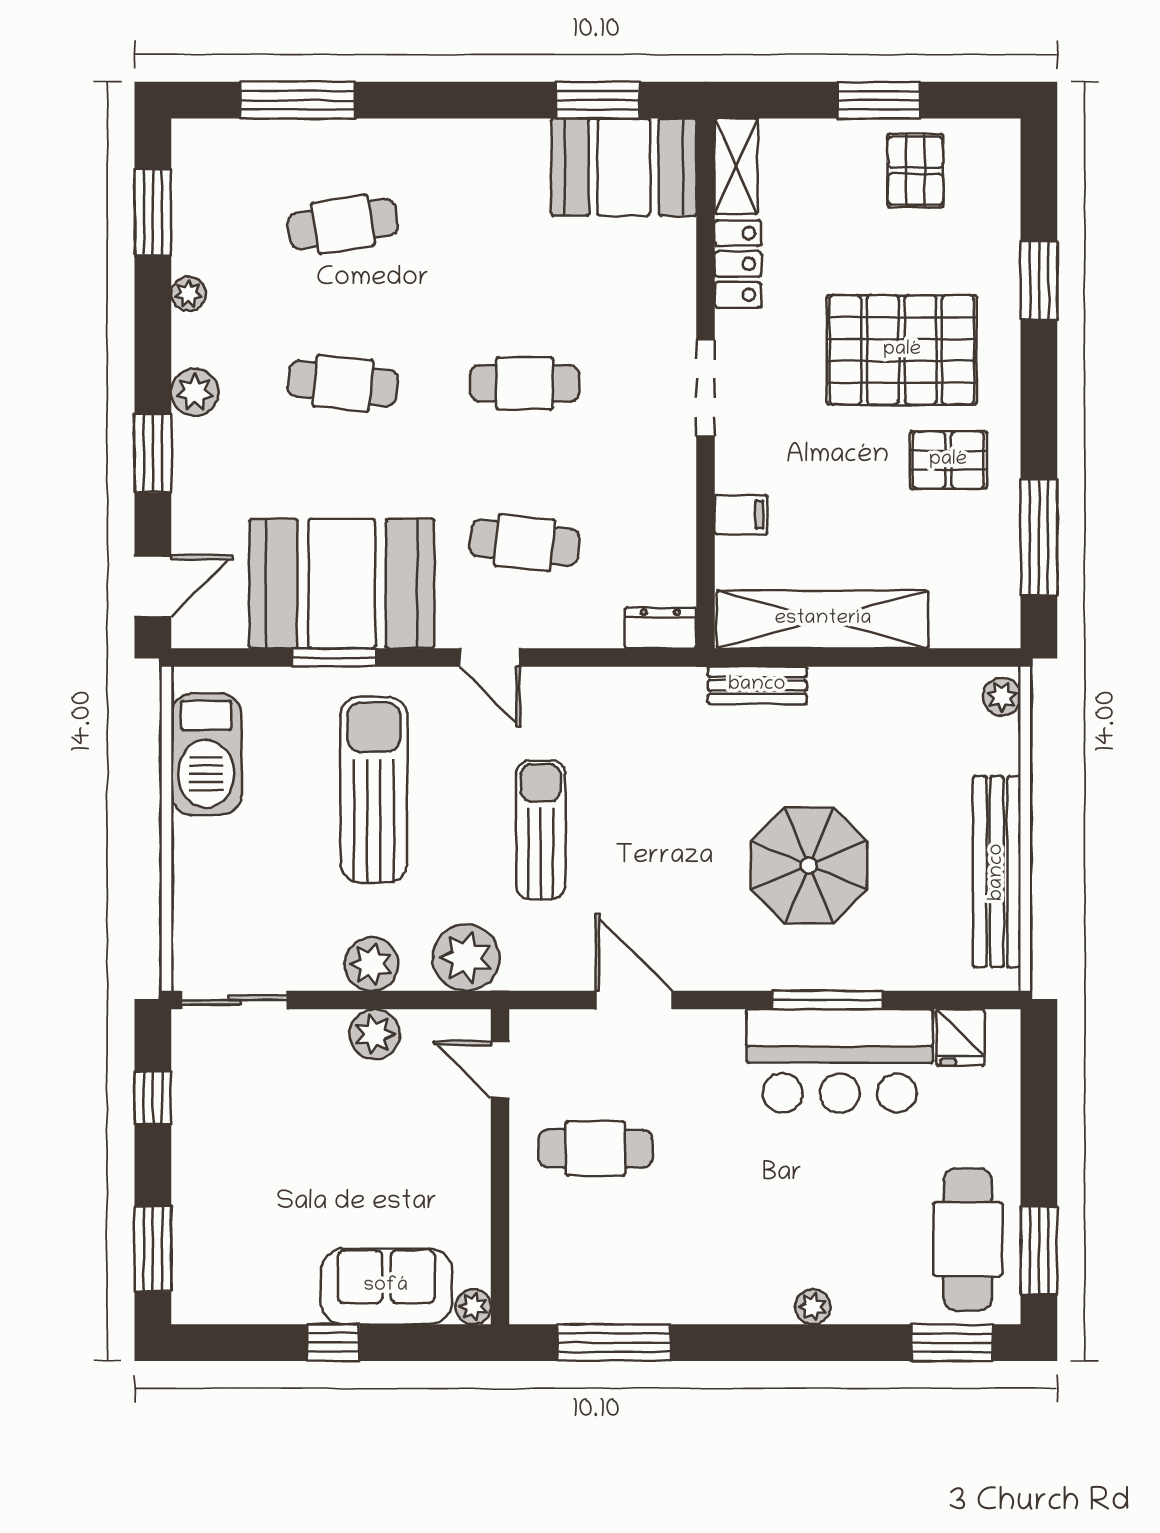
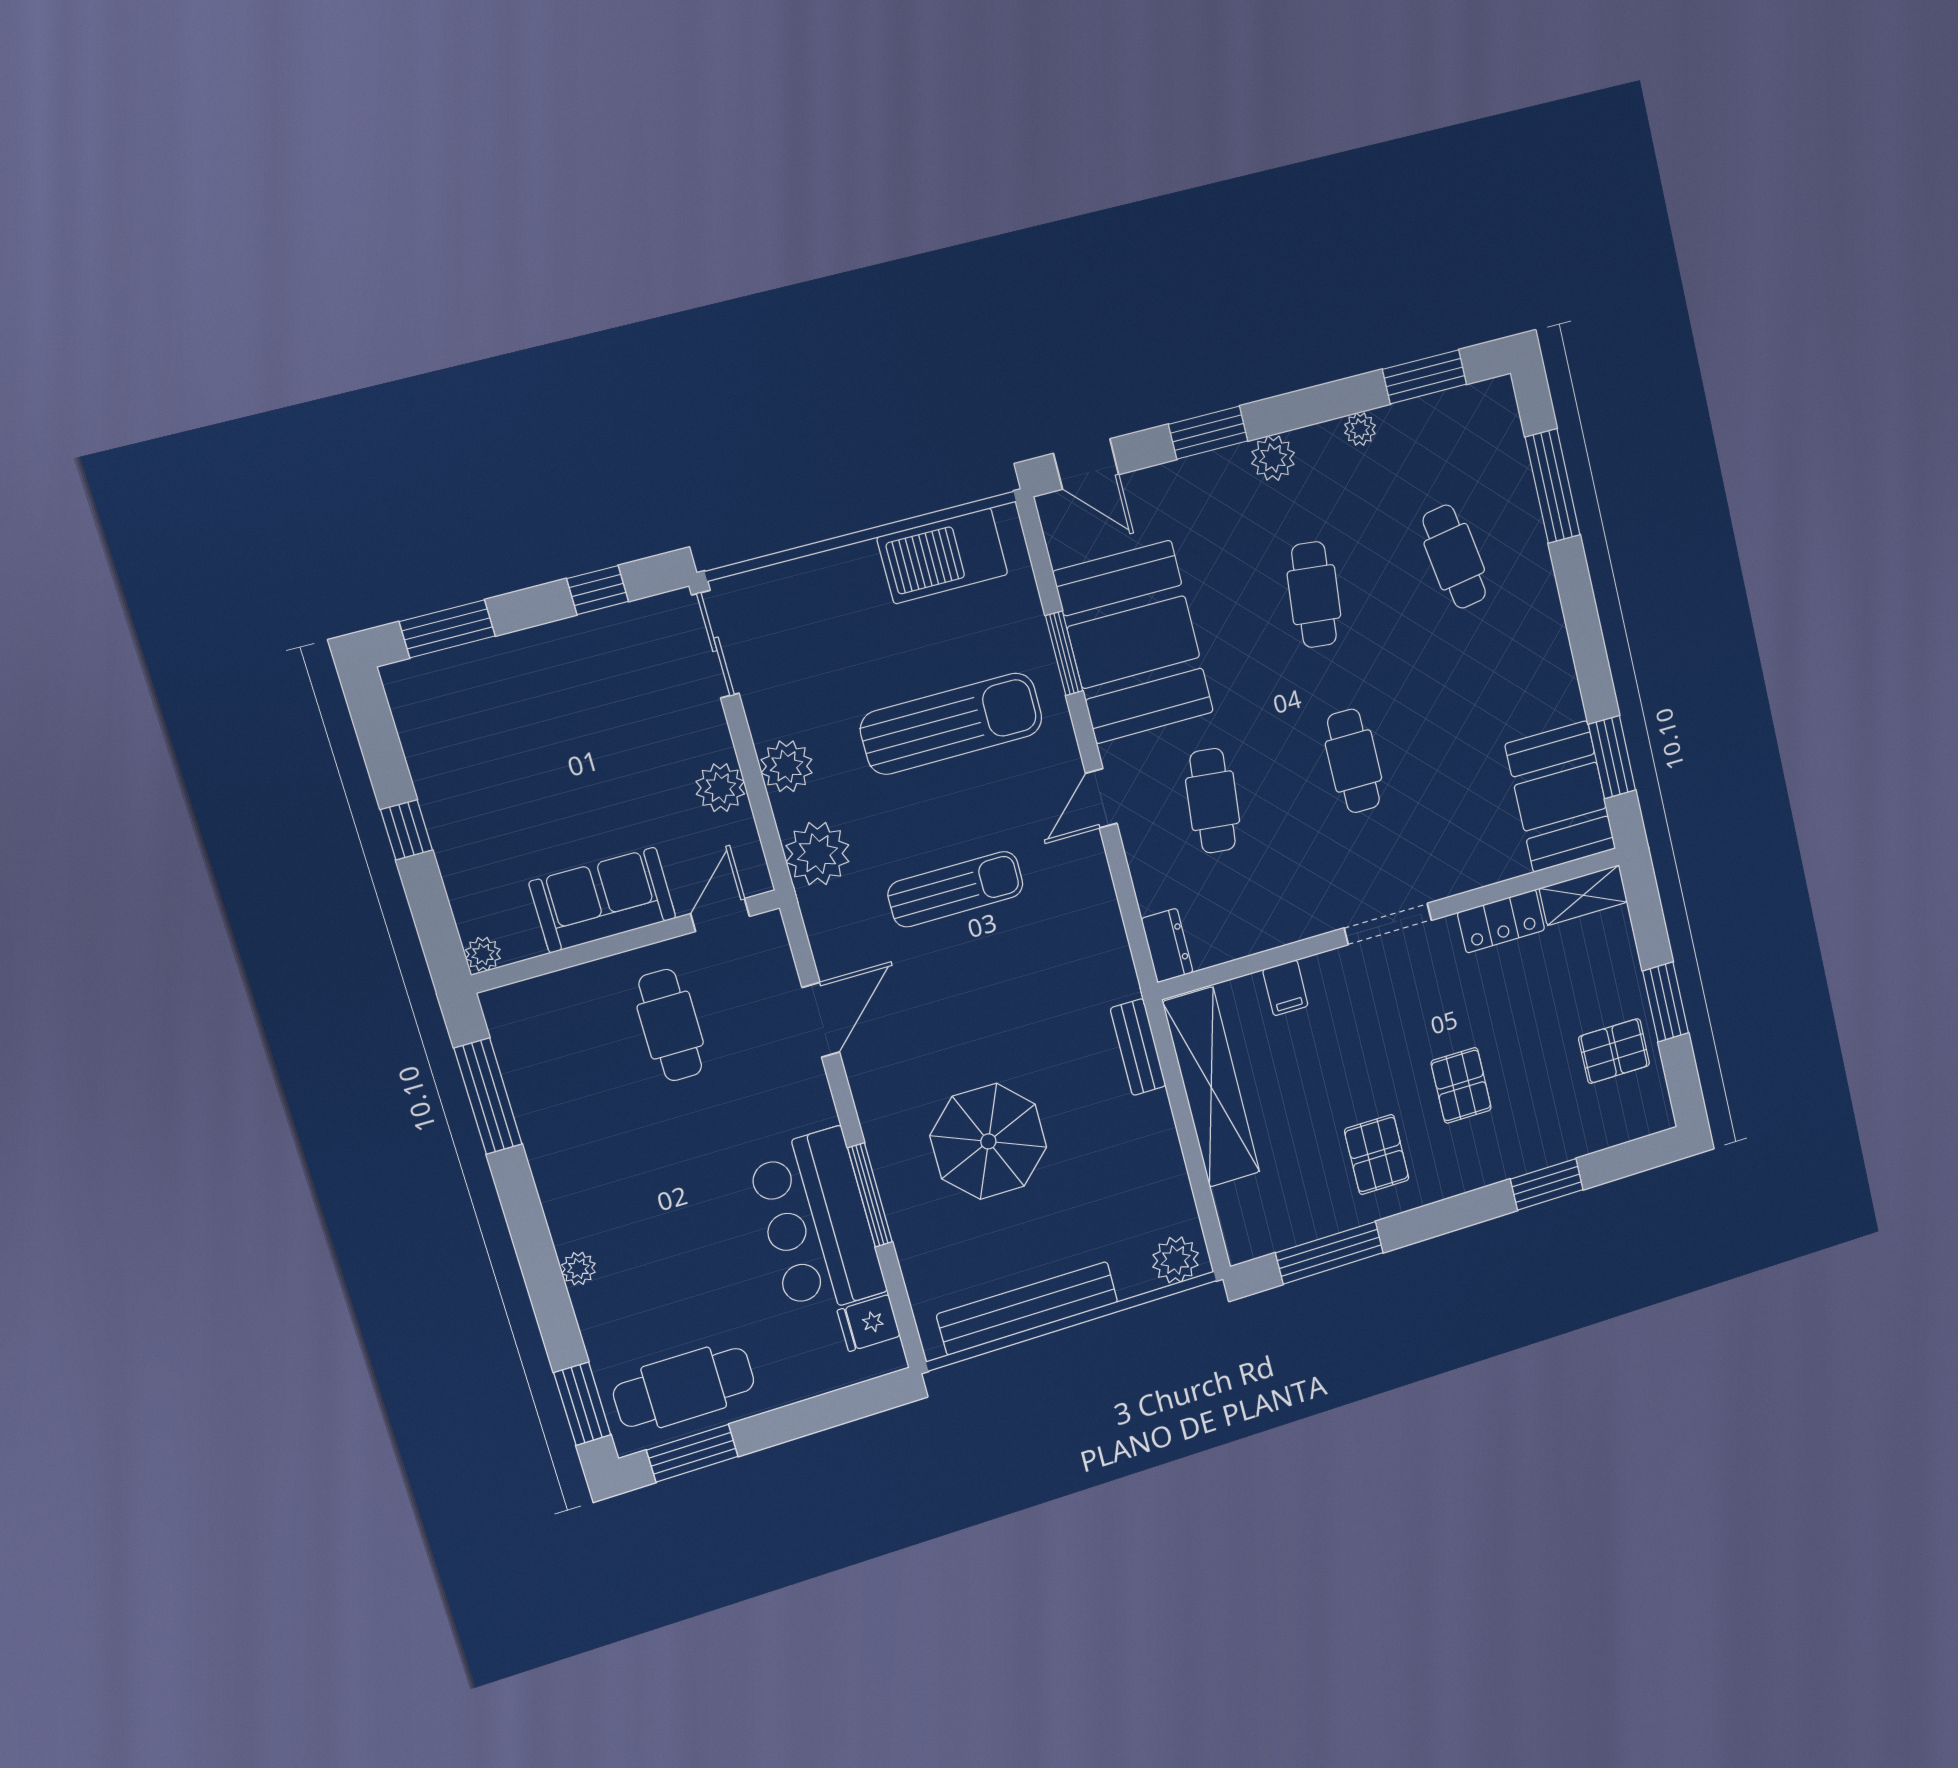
pallet: (902, 350) -> (1461, 1085), width x0.49, depth x0.50
plant: (1002, 697) -> (1176, 1260), width x1.38, depth x1.38
sofa: (386, 1286) -> (603, 900), moved, turned -90

